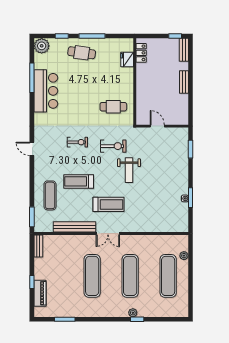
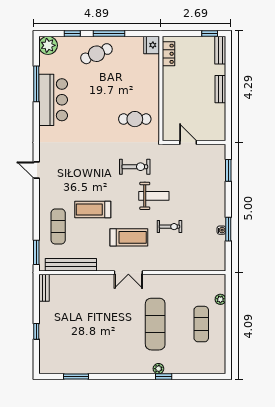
cafe table: (82, 53) -> (96, 54), turned -32
fridge: (127, 59) -> (152, 45), moved
exercise bike: (77, 142) -> (169, 227), moved
weight bench: (129, 170) -> (154, 196), turned -90
bench: (75, 227) -> (71, 265), moved
exercise mat: (92, 276) -> (109, 324), removed
exercise mat: (168, 276) -> (201, 324), width x0.73, depth x0.69
piano: (40, 293) -> (46, 345), removed

